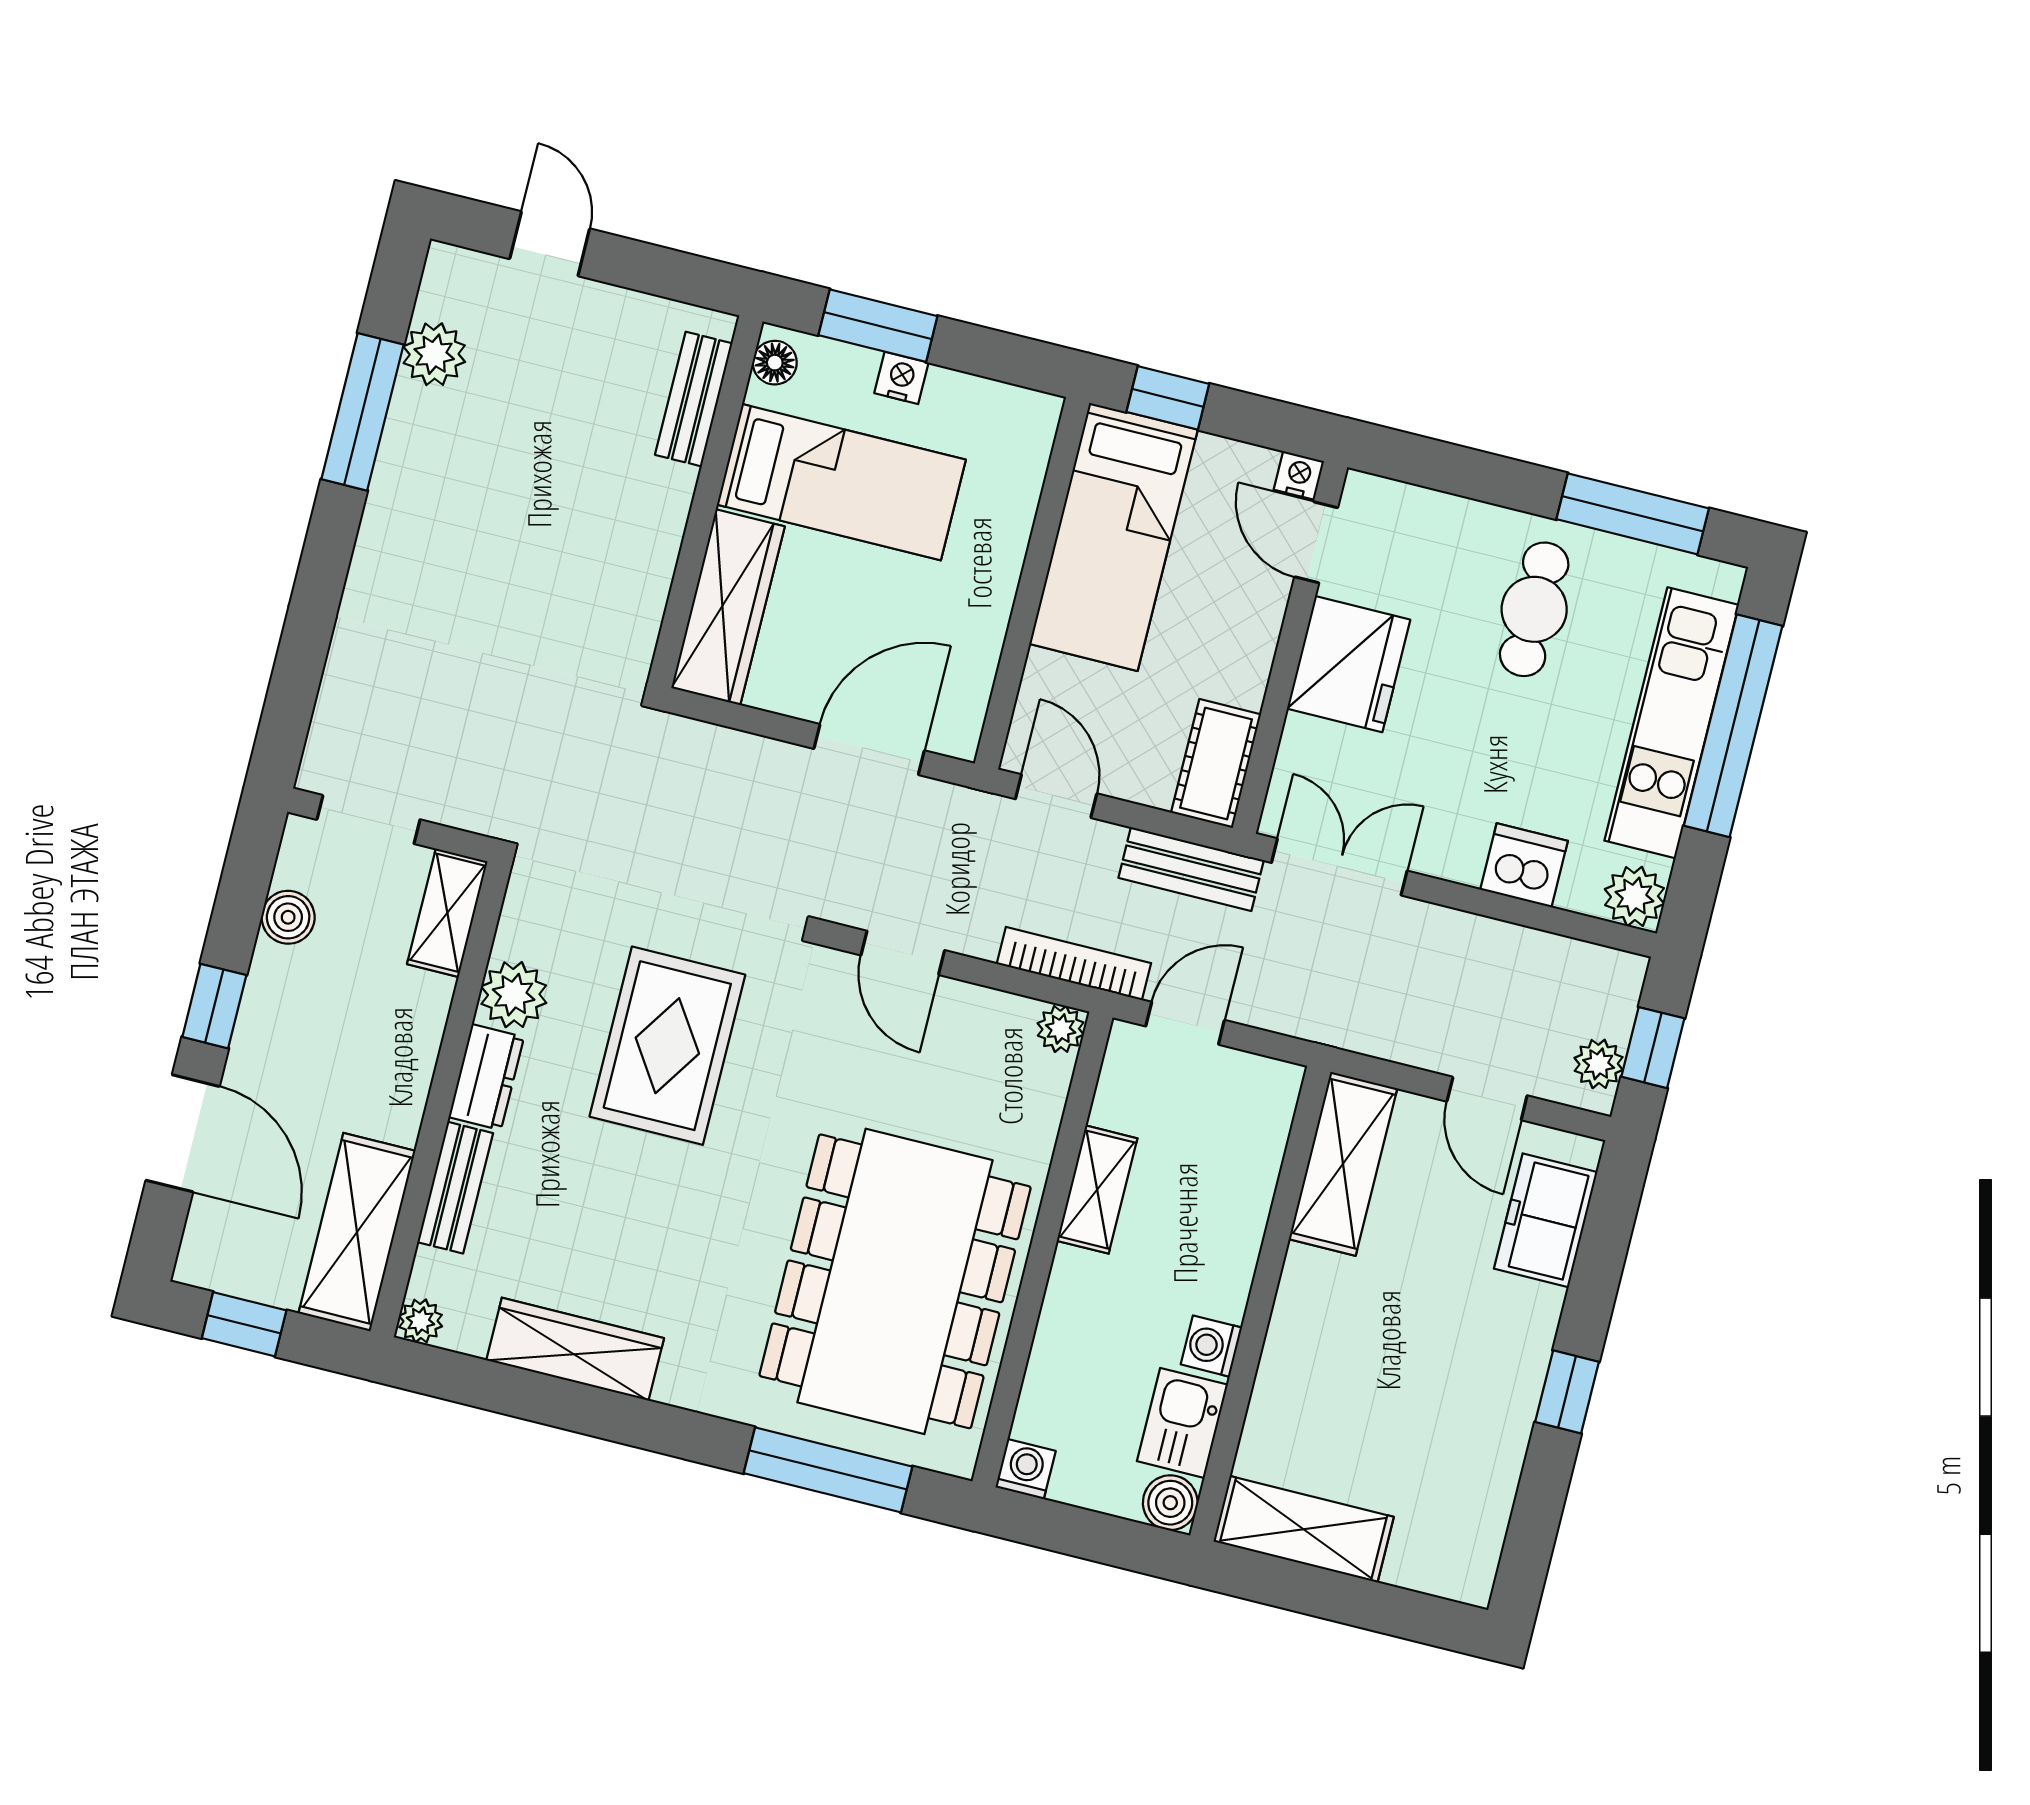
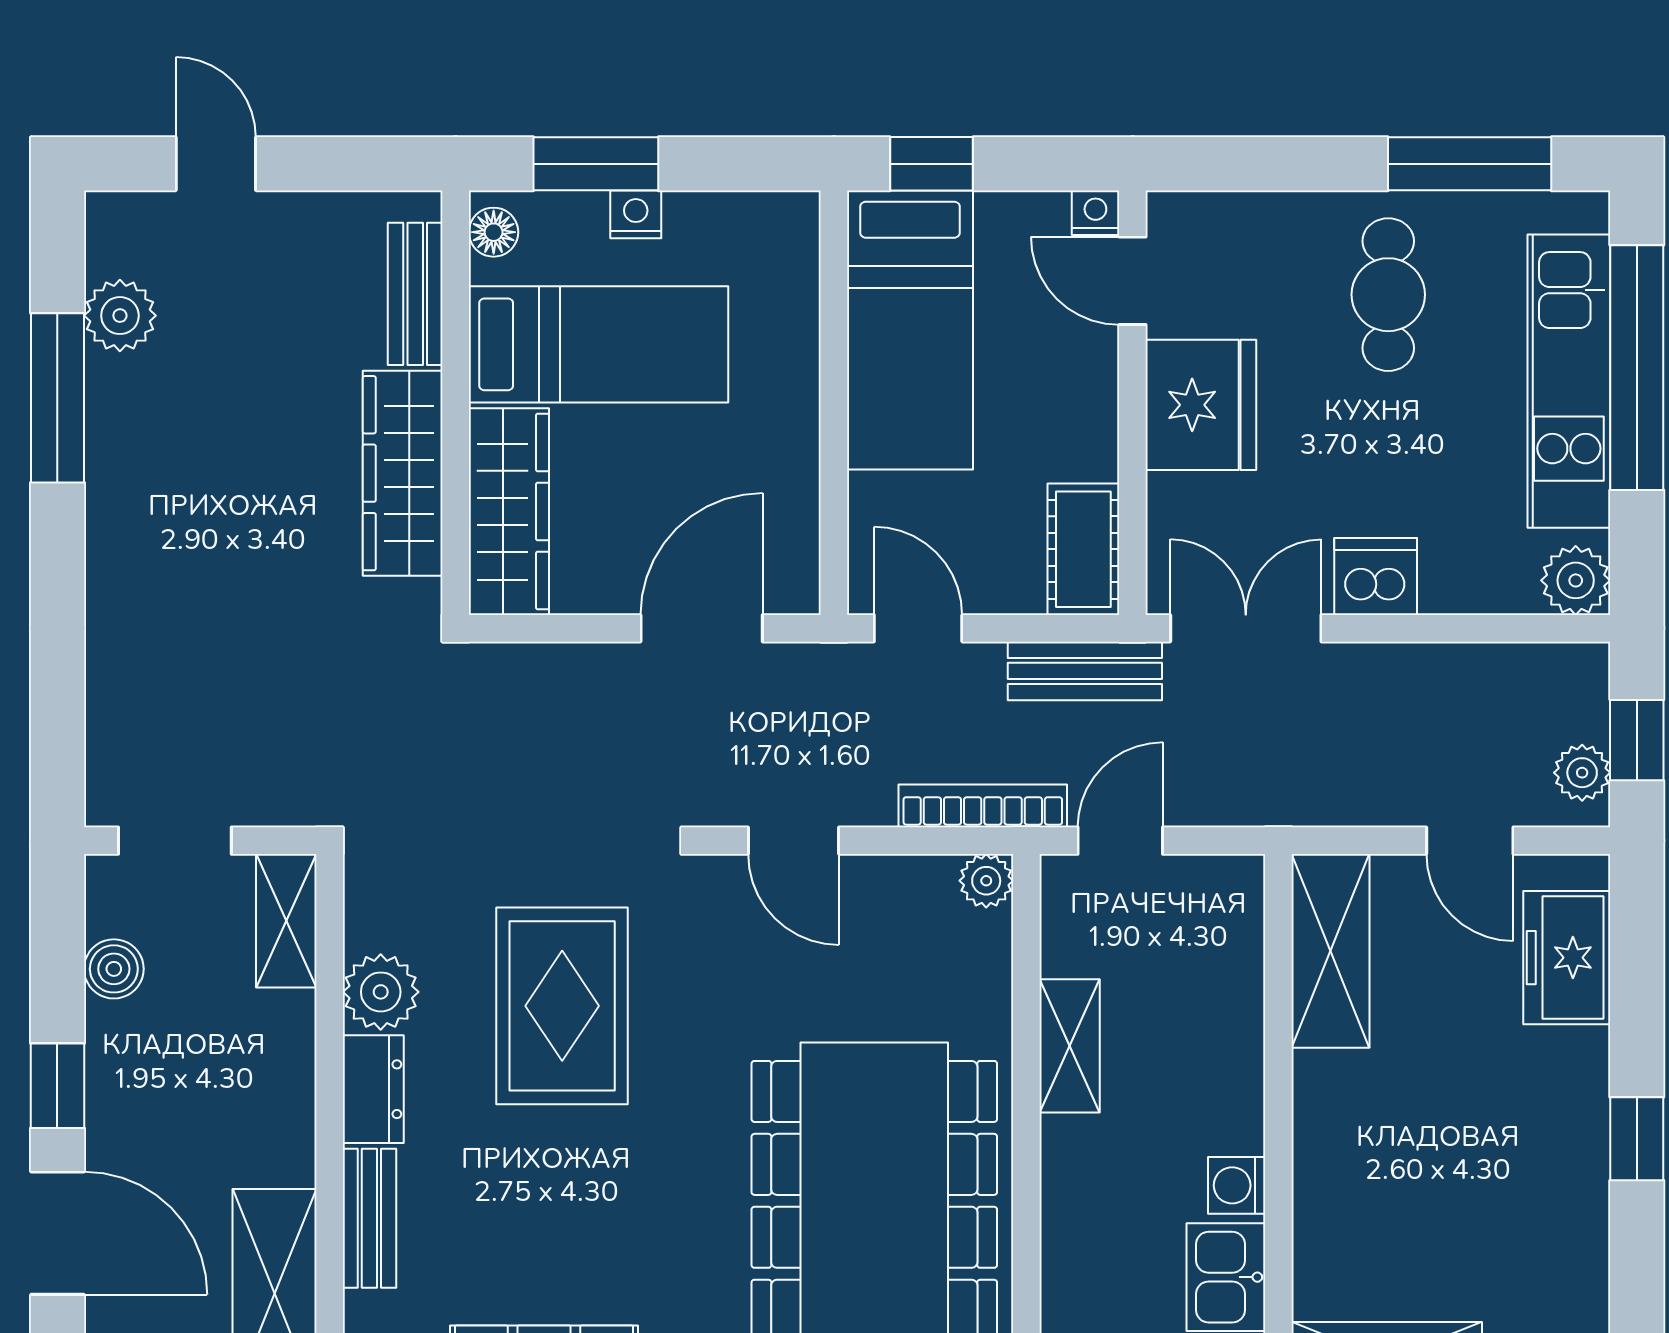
wardrobe: (644, 551) -> (403, 473), added
dishwasher: (1524, 865) -> (1376, 576), moved

